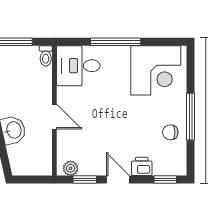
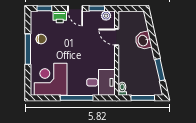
door: (54, 117) -> (117, 37), moved

